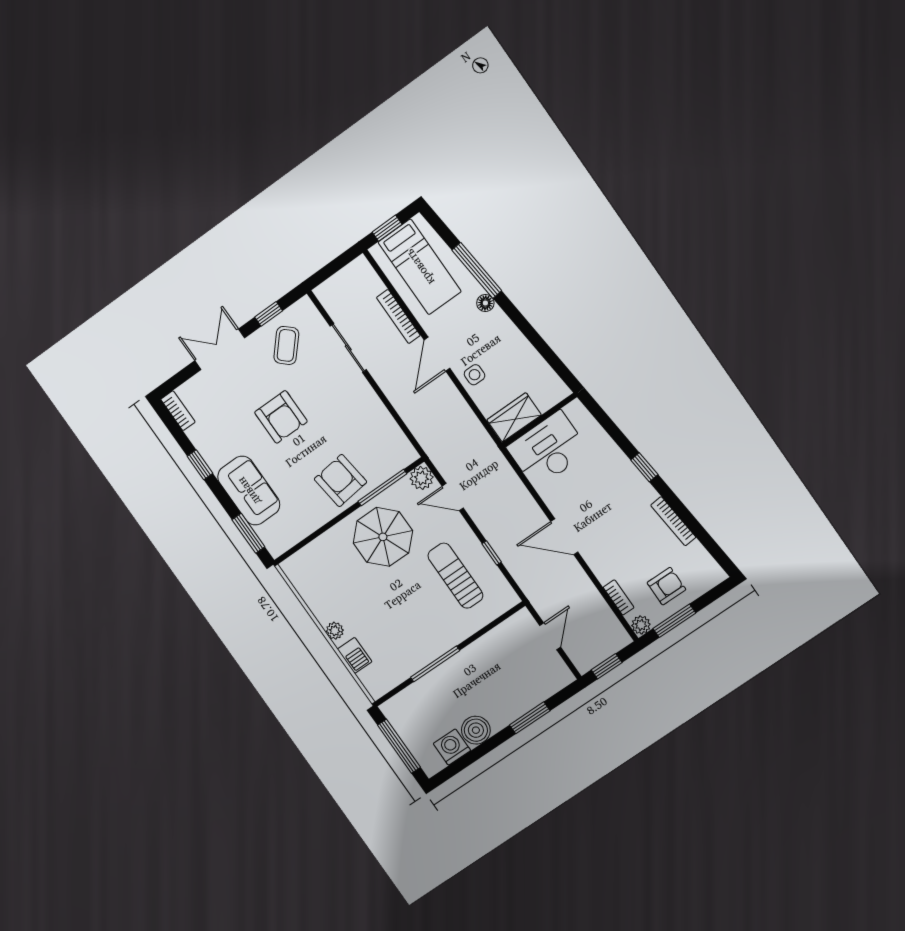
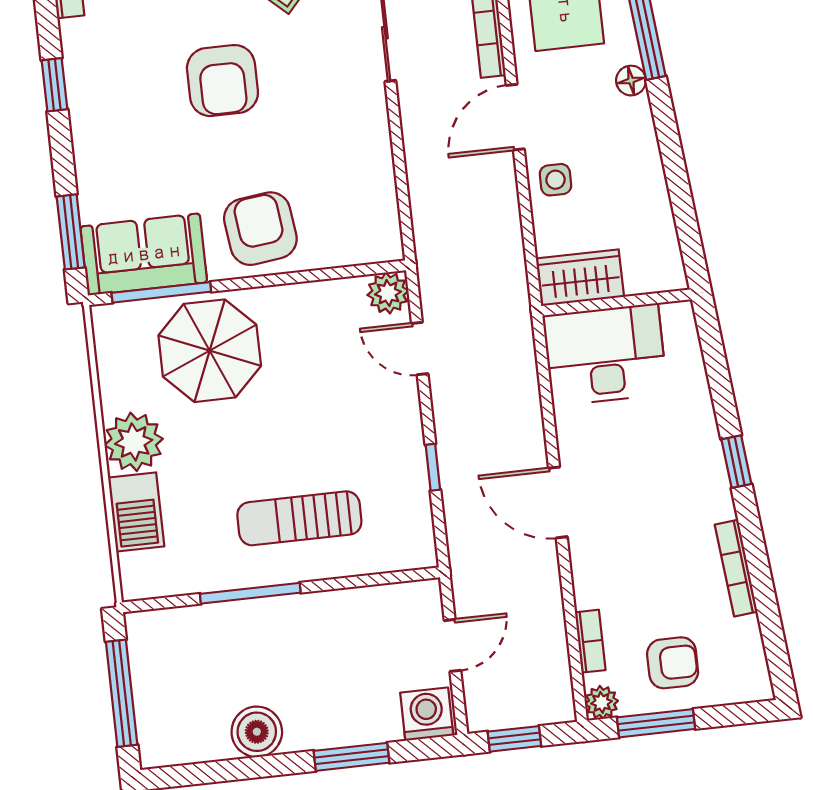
window: (382, 488) -> (161, 292), moved
sofa: (249, 491) -> (144, 254), moved, turned -90
parasol: (383, 537) -> (210, 351), moved
sun lounger: (455, 576) -> (299, 518), moved, turned -90
plant: (335, 631) -> (134, 442), width x1.87, depth x1.87
barbecue: (355, 655) -> (136, 512), width x1.38, depth x1.27
washing machine: (452, 747) -> (427, 714), moved

